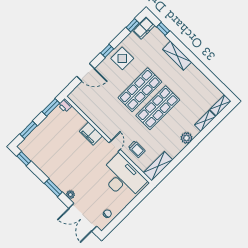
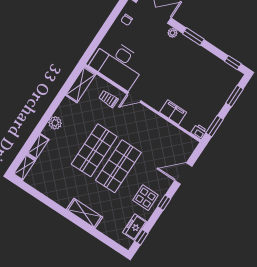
freezer: (144, 28) -> (135, 227), moved
window: (163, 29) -> (106, 240), removed
filing cabinet: (91, 134) -> (173, 112), moved
door: (115, 146) -> (134, 97), hinge flipped

